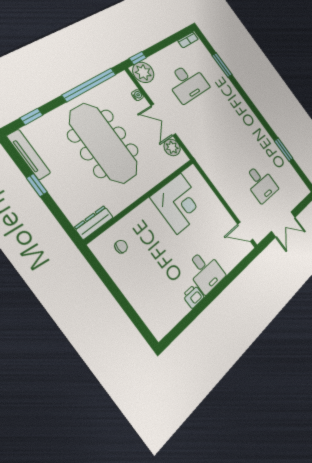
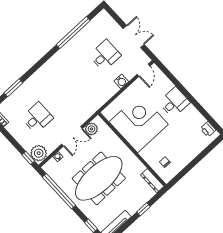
desk: (187, 83) -> (37, 118), width x0.73
window: (284, 150) -> (73, 33), width x2.11
window: (37, 185) -> (143, 209), moved
water cooler: (231, 199) -> (121, 81), added
corner desk: (179, 203) -> (139, 123), width x1.36, depth x1.36
printer: (193, 296) -> (208, 129), moved

